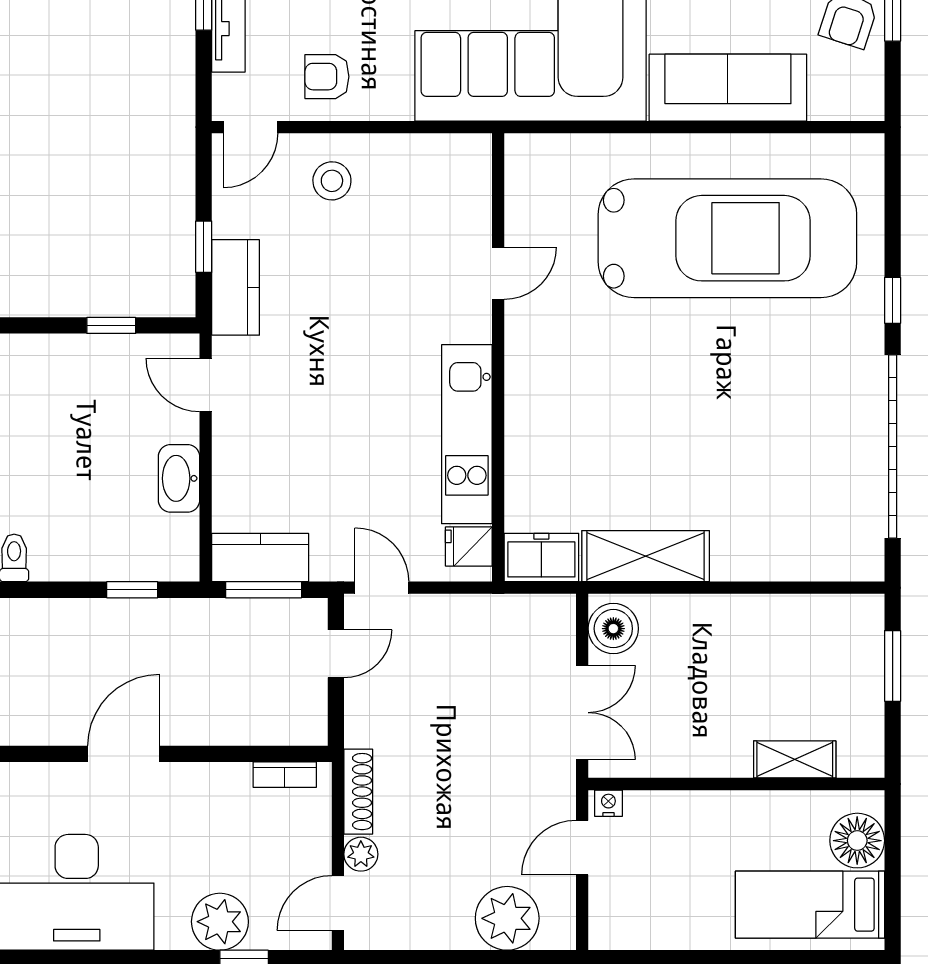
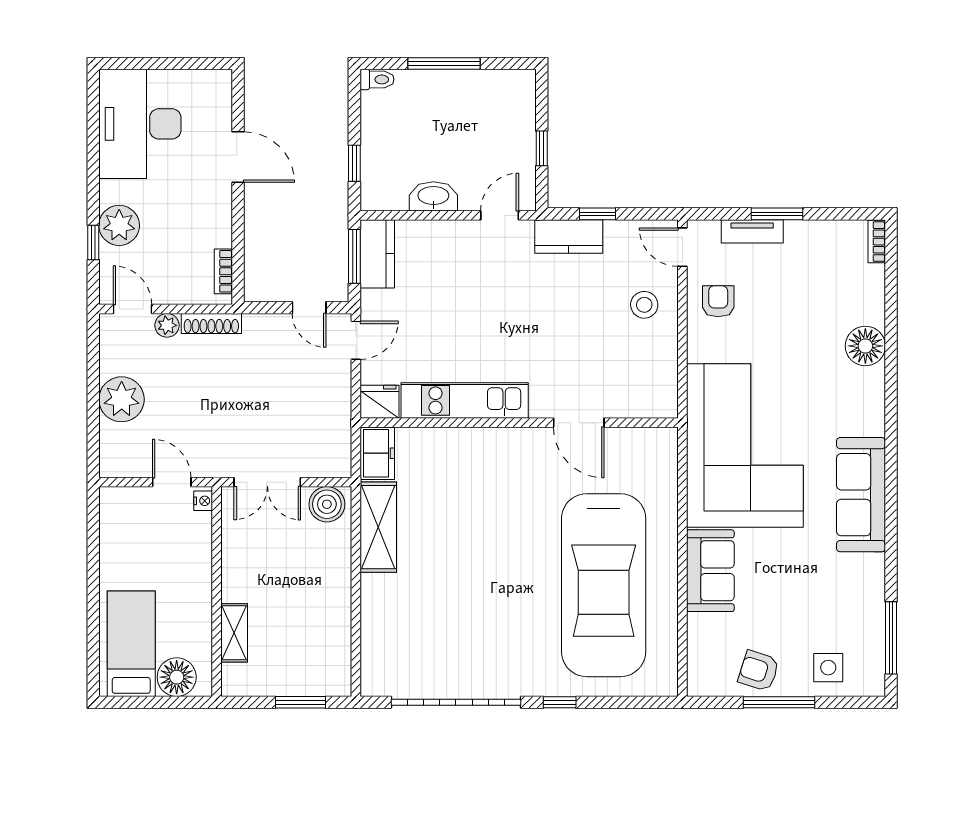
sofa: (728, 88) -> (710, 571), width x0.73
door: (498, 273) -> (579, 423), width x1.38
fridge: (469, 546) -> (380, 402), width x1.38
plant: (507, 918) -> (122, 399), moved

